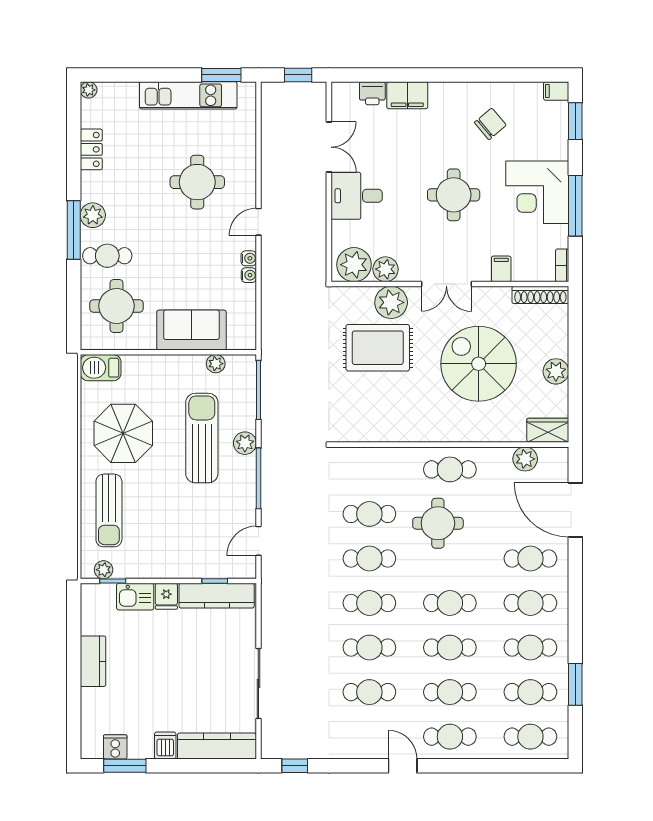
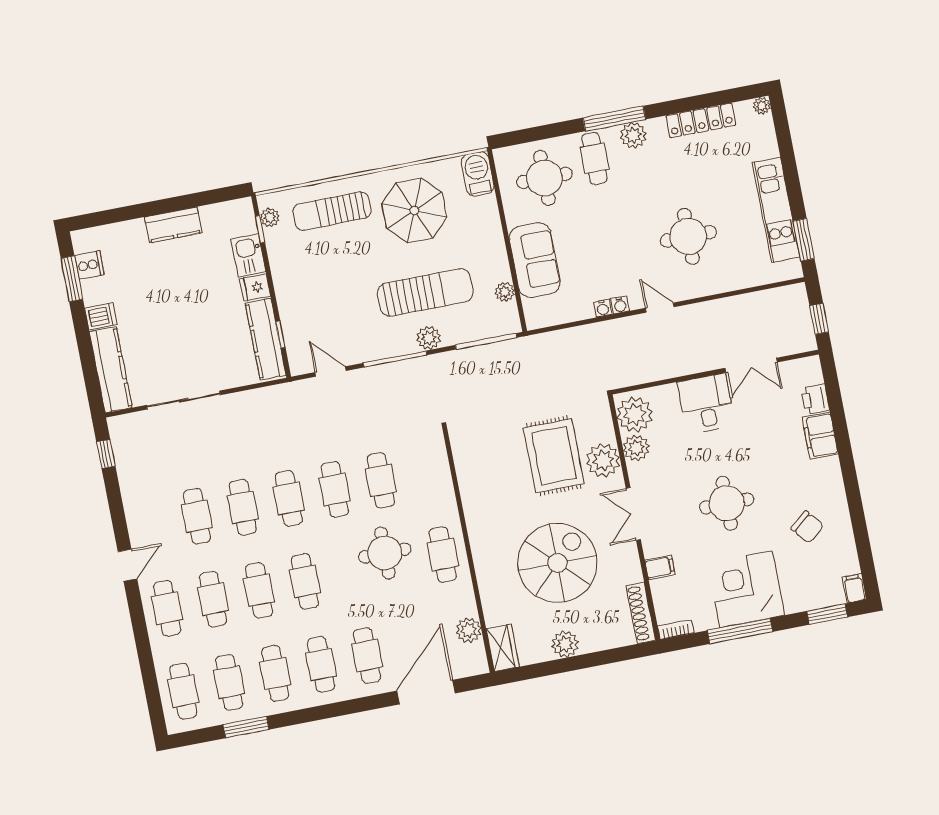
locker: (91, 149) -> (701, 120), width x1.53

